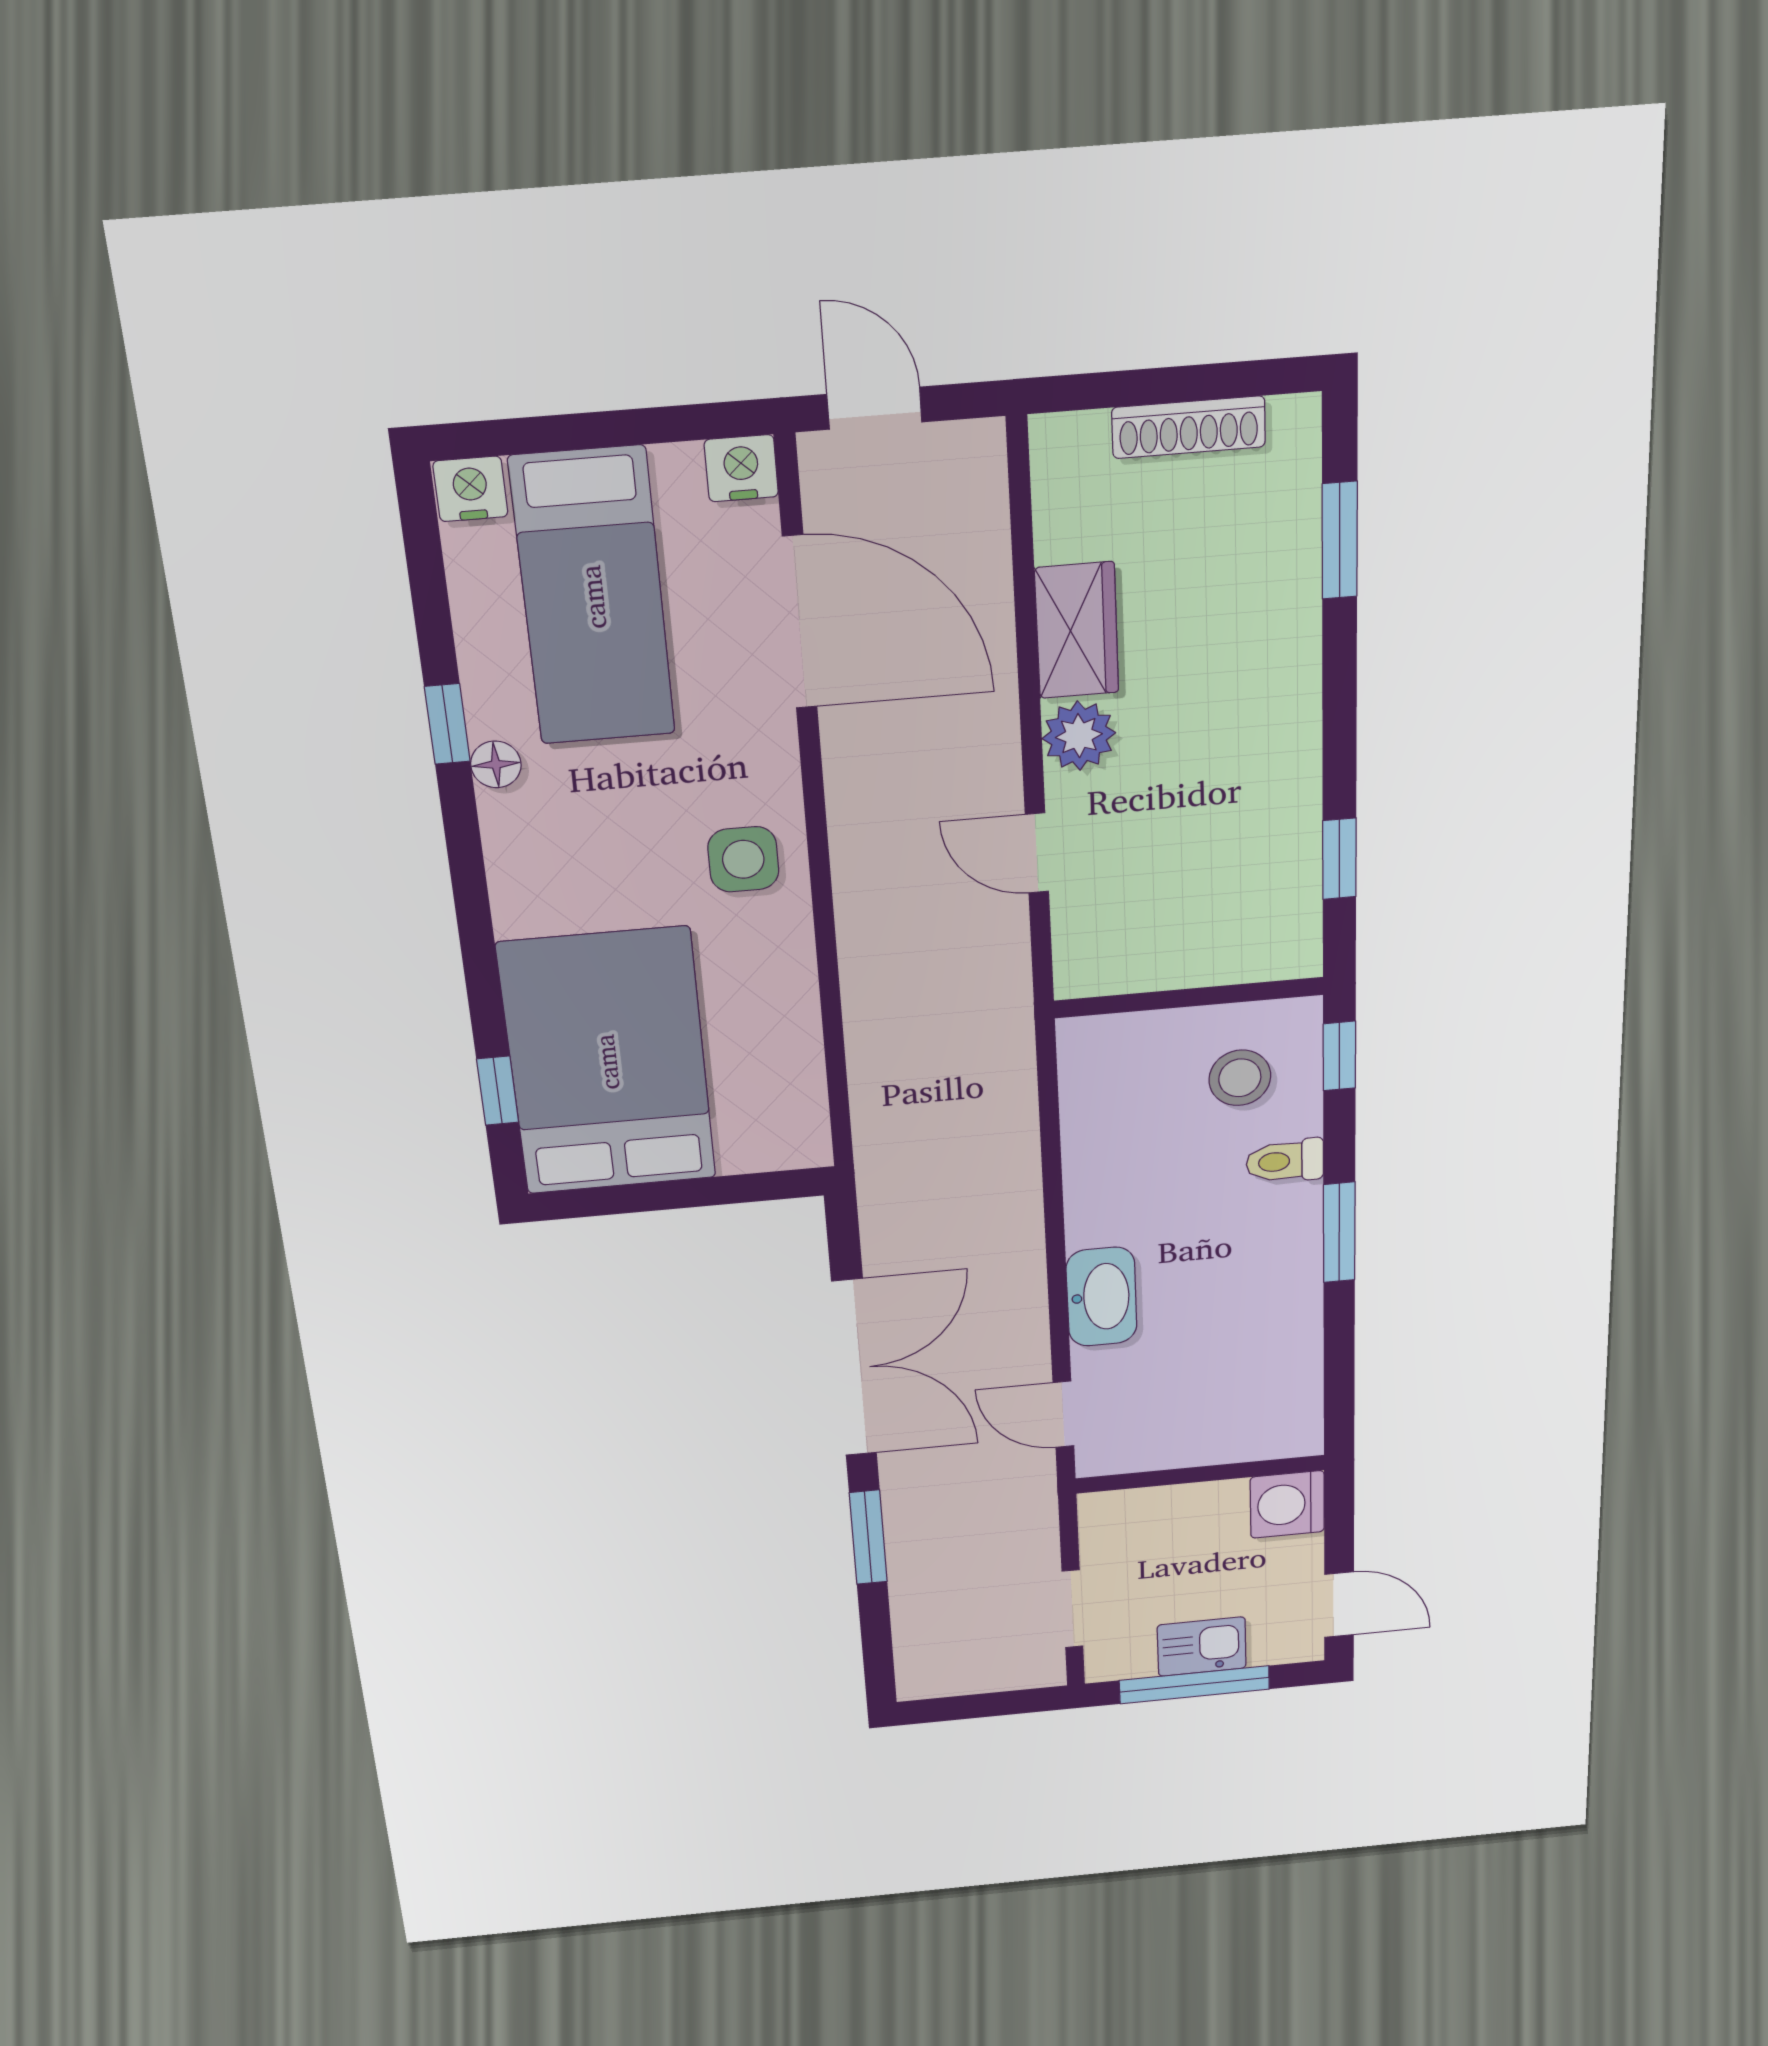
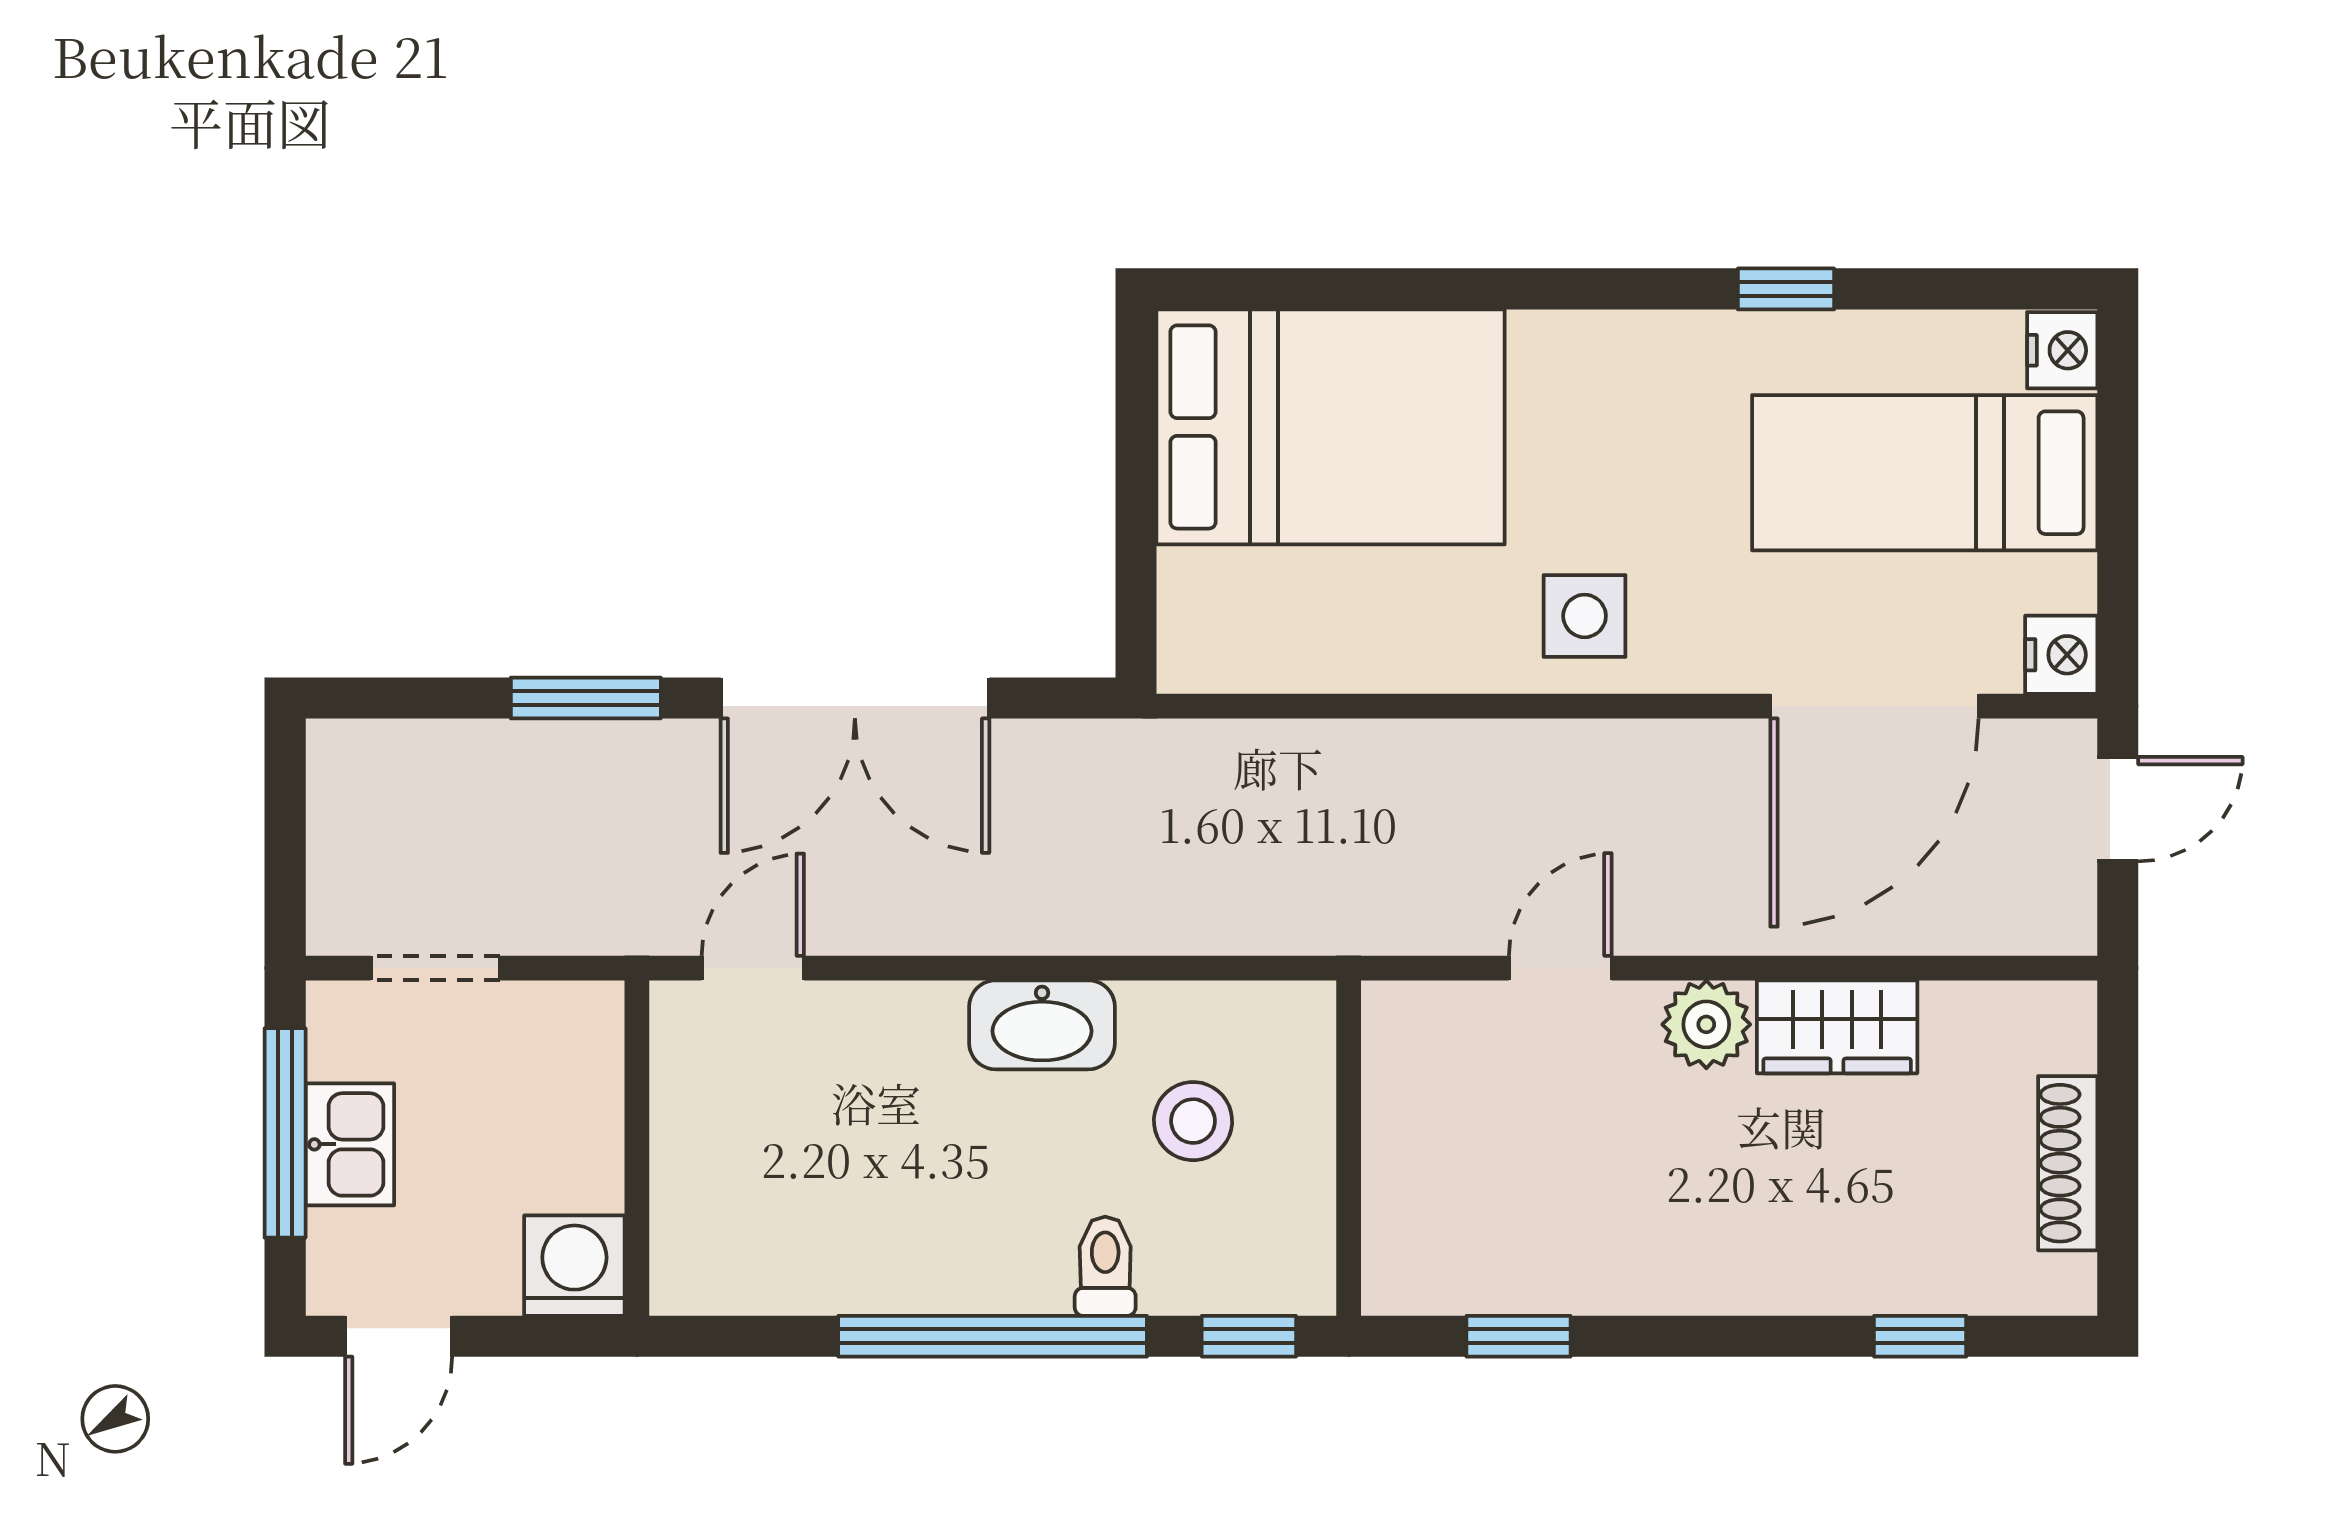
window: (1340, 540) -> (1920, 1336), width x0.67
floor lamp: (496, 764) -> (1731, 339), removed
stool: (1240, 1078) -> (1193, 1121), moved
window: (498, 1091) -> (1304, 289), removed
window: (1339, 1232) -> (993, 1336), width x2.11
washbasin: (1102, 1297) -> (1042, 1025), moved

